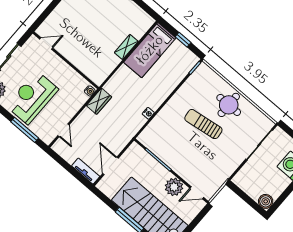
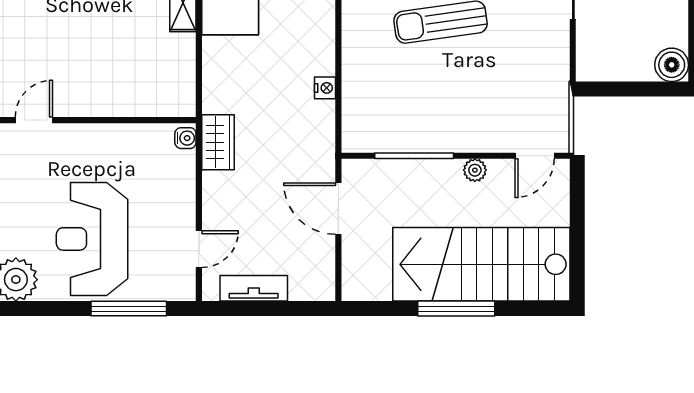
door: (63, 130) -> (199, 249), hinge flipped
door: (111, 166) -> (338, 209), moved
tv unit: (86, 171) -> (254, 288), moved
plant: (174, 187) -> (475, 170), width x0.53, depth x0.53

